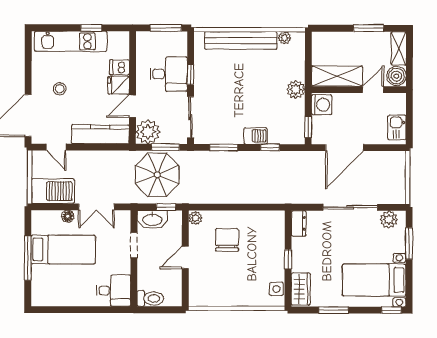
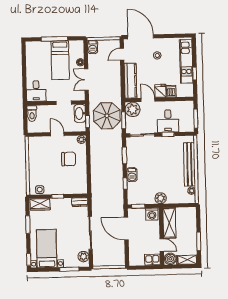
kitchen sink: (397, 127) -> (152, 260), moved
barbecue: (53, 191) -> (93, 47), width x0.53, depth x0.65

